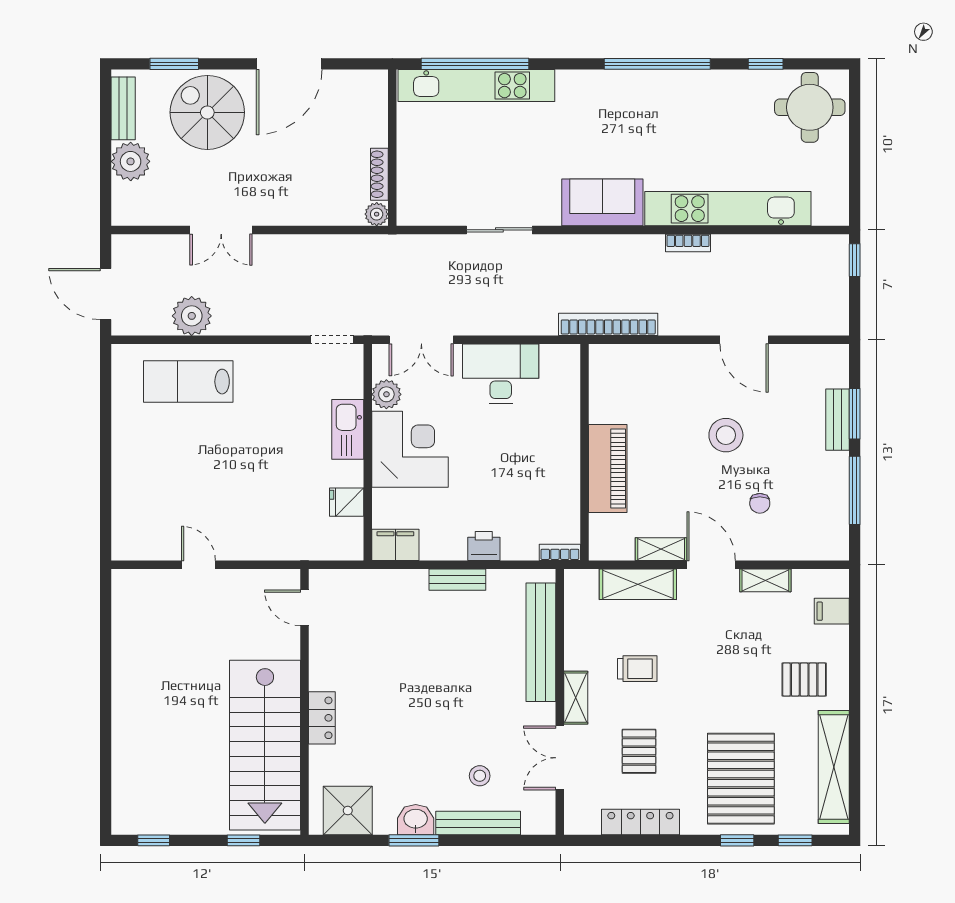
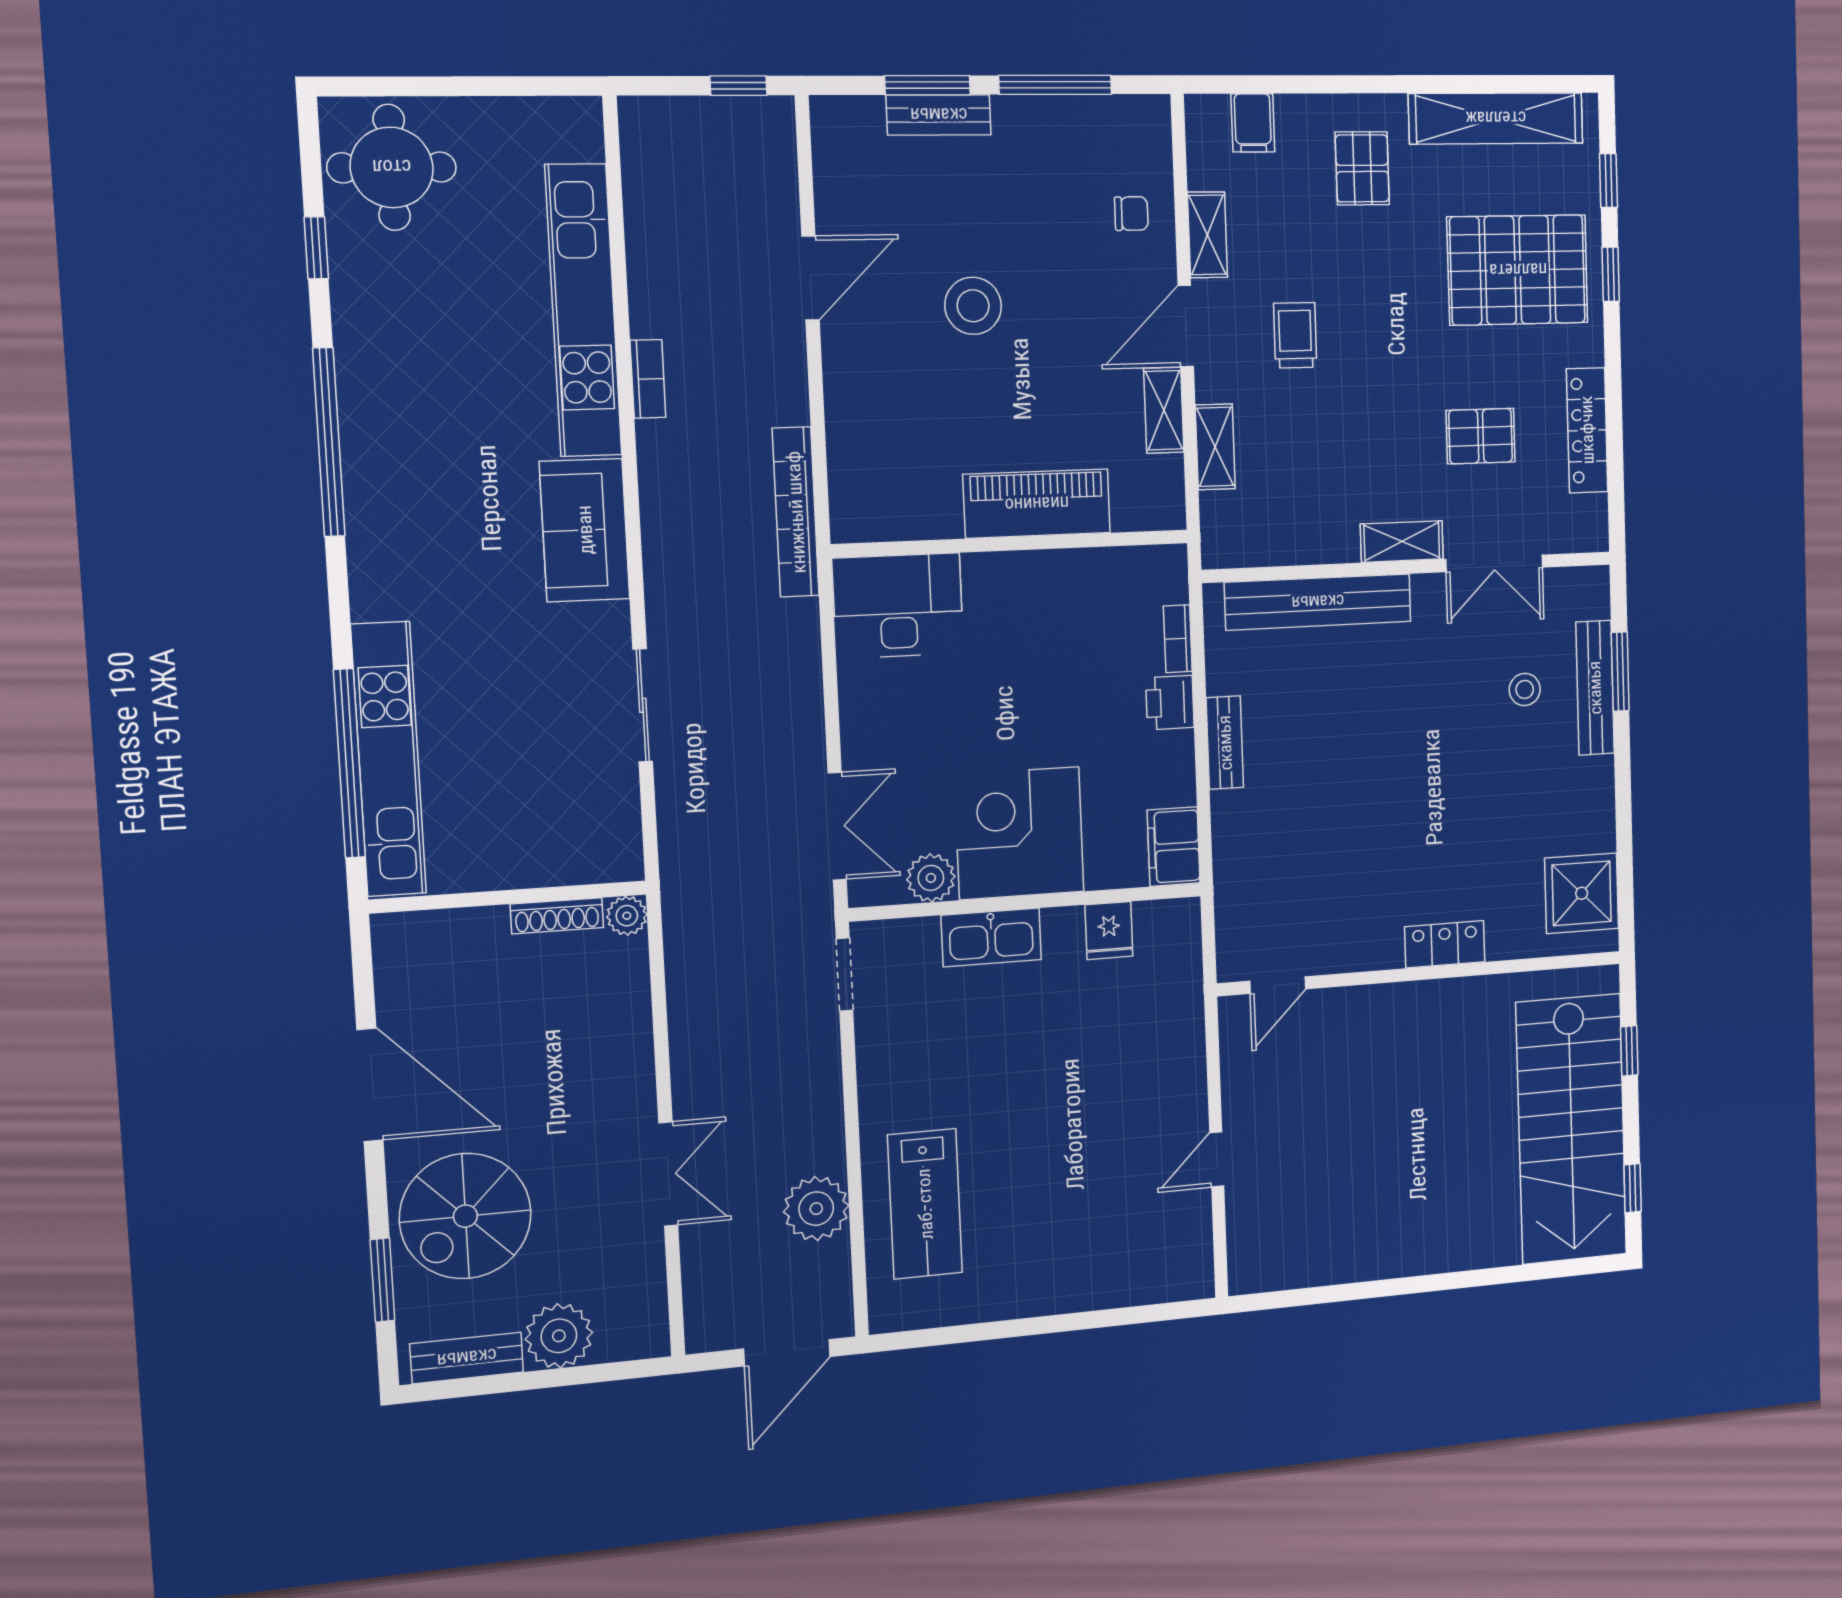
window: (855, 260) -> (738, 86), moved
desk: (501, 374) -> (898, 606), moved, turned 90
chair: (760, 503) -> (1131, 214), moved
bookcase: (560, 552) -> (1178, 639), moved
shelving: (638, 584) -> (1215, 447), width x0.67, depth x0.75
trolley: (637, 669) -> (1295, 335), moved
stairs: (265, 745) -> (1571, 1129), moved, turned 90
washbasin: (416, 820) -> (1592, 786), removed
window: (414, 840) -> (1620, 672), moved

